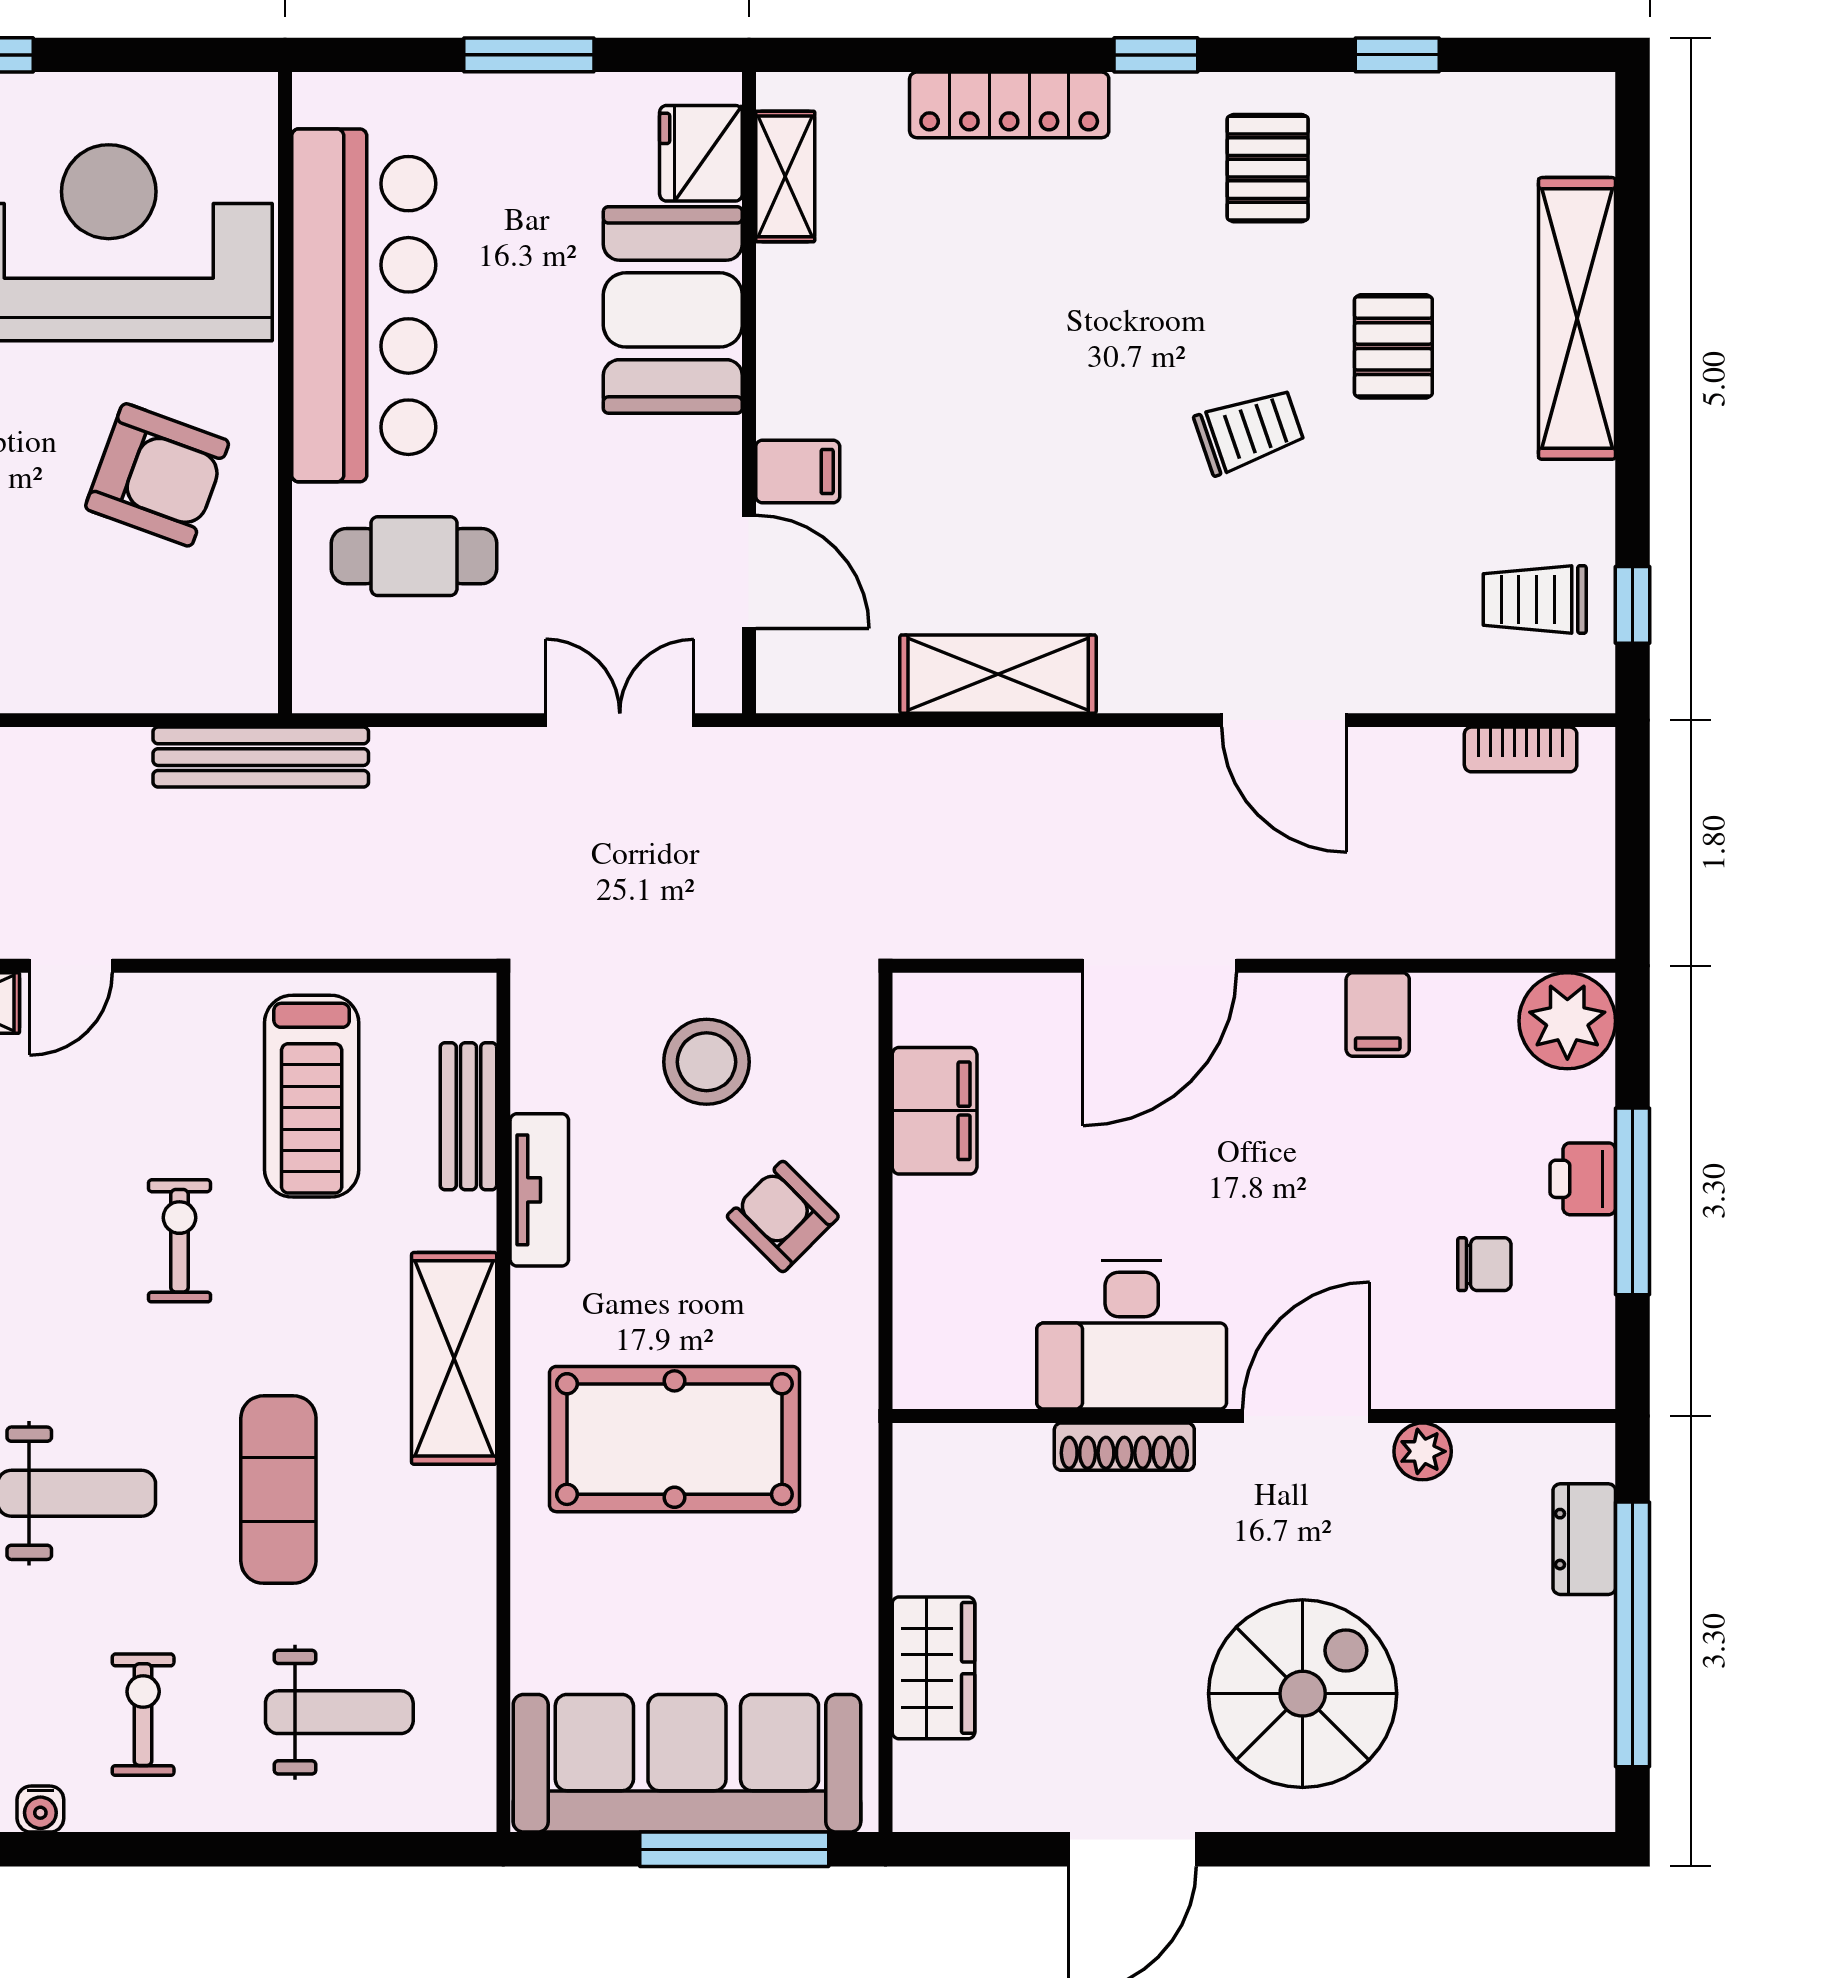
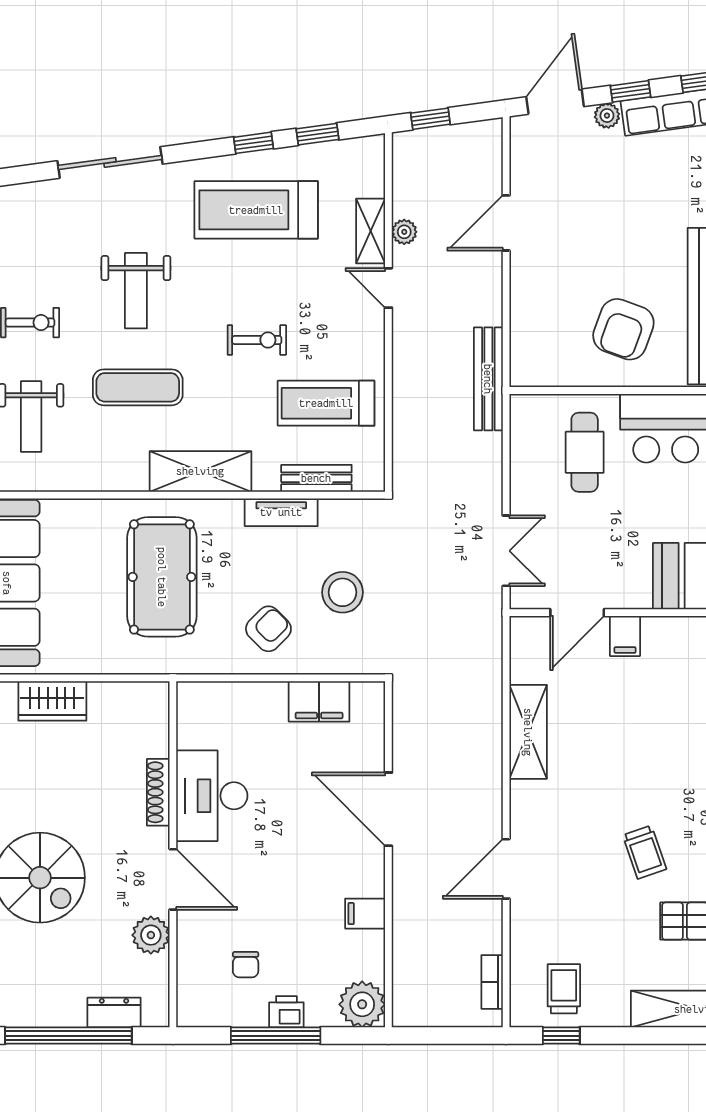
plant: (1423, 1451) -> (151, 935), width x1.38, depth x1.38

